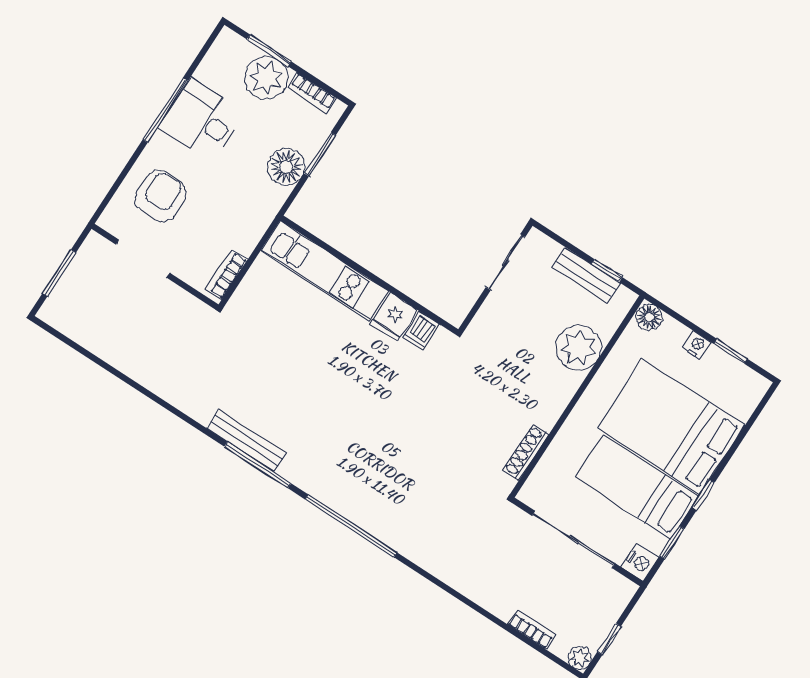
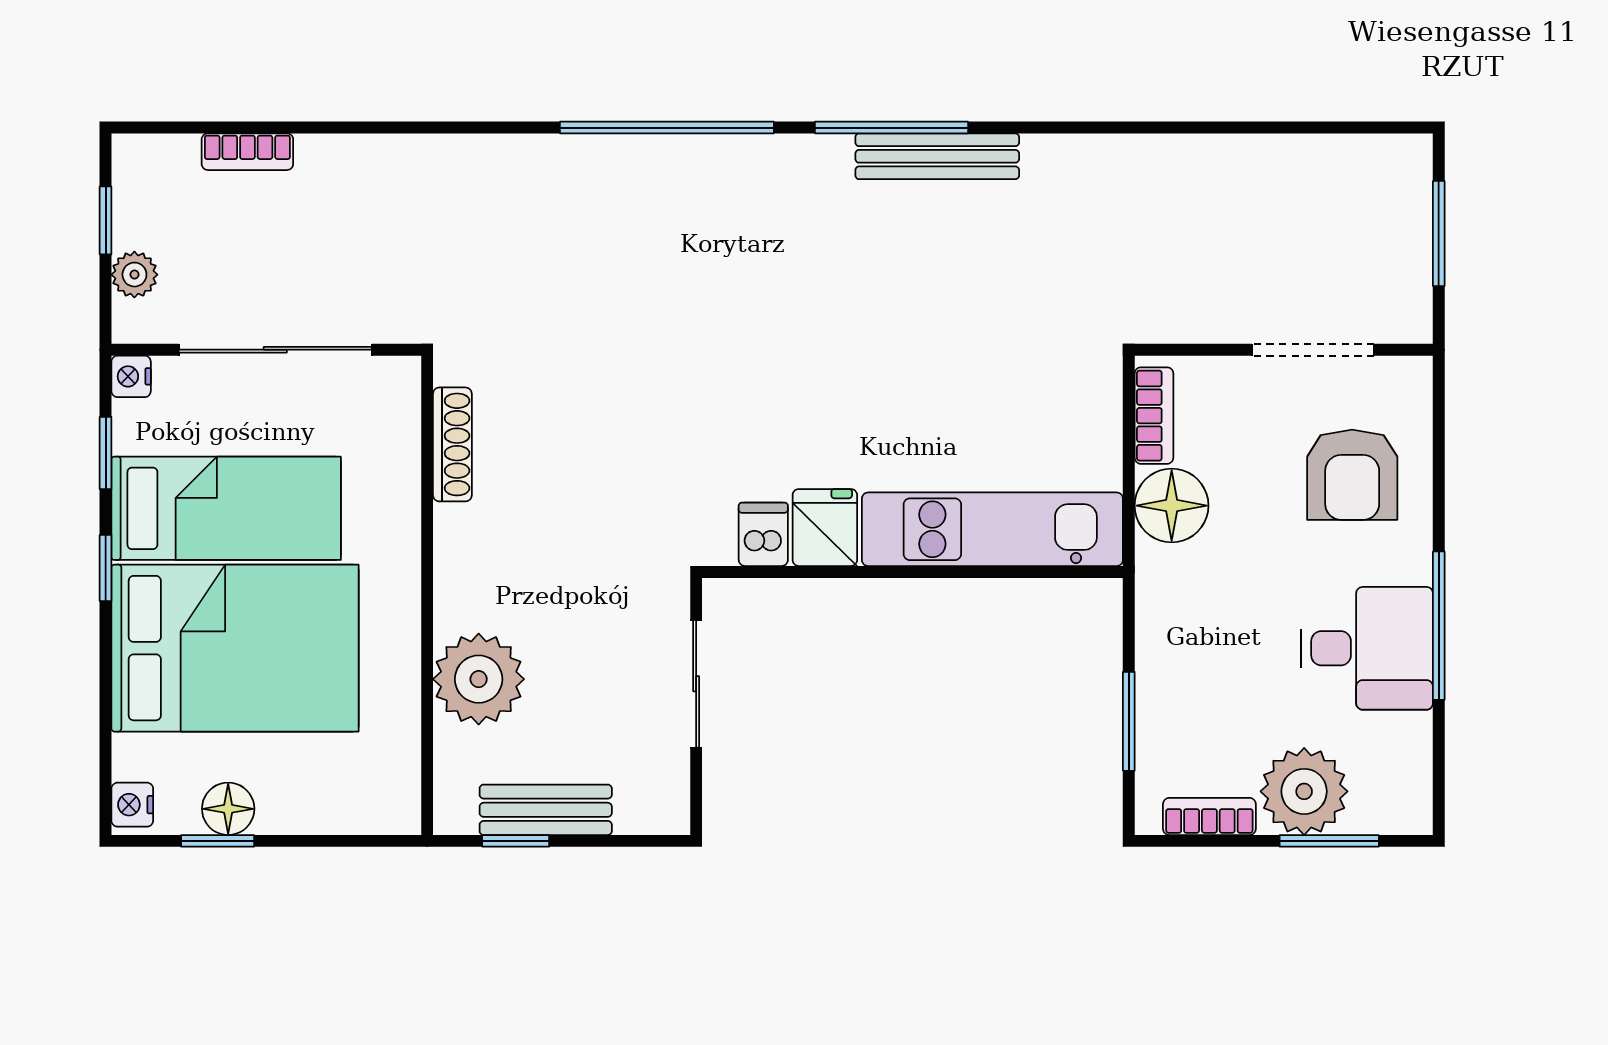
floor lamp: (286, 167) -> (1172, 506), moved
sliding door: (505, 262) -> (696, 684), moved
floor lamp: (649, 317) -> (228, 809), moved
nightstand: (697, 345) -> (132, 805), moved, turned 90
nightstand: (640, 562) -> (131, 376), width x0.72, depth x0.74
plant: (580, 658) -> (134, 275), moved

